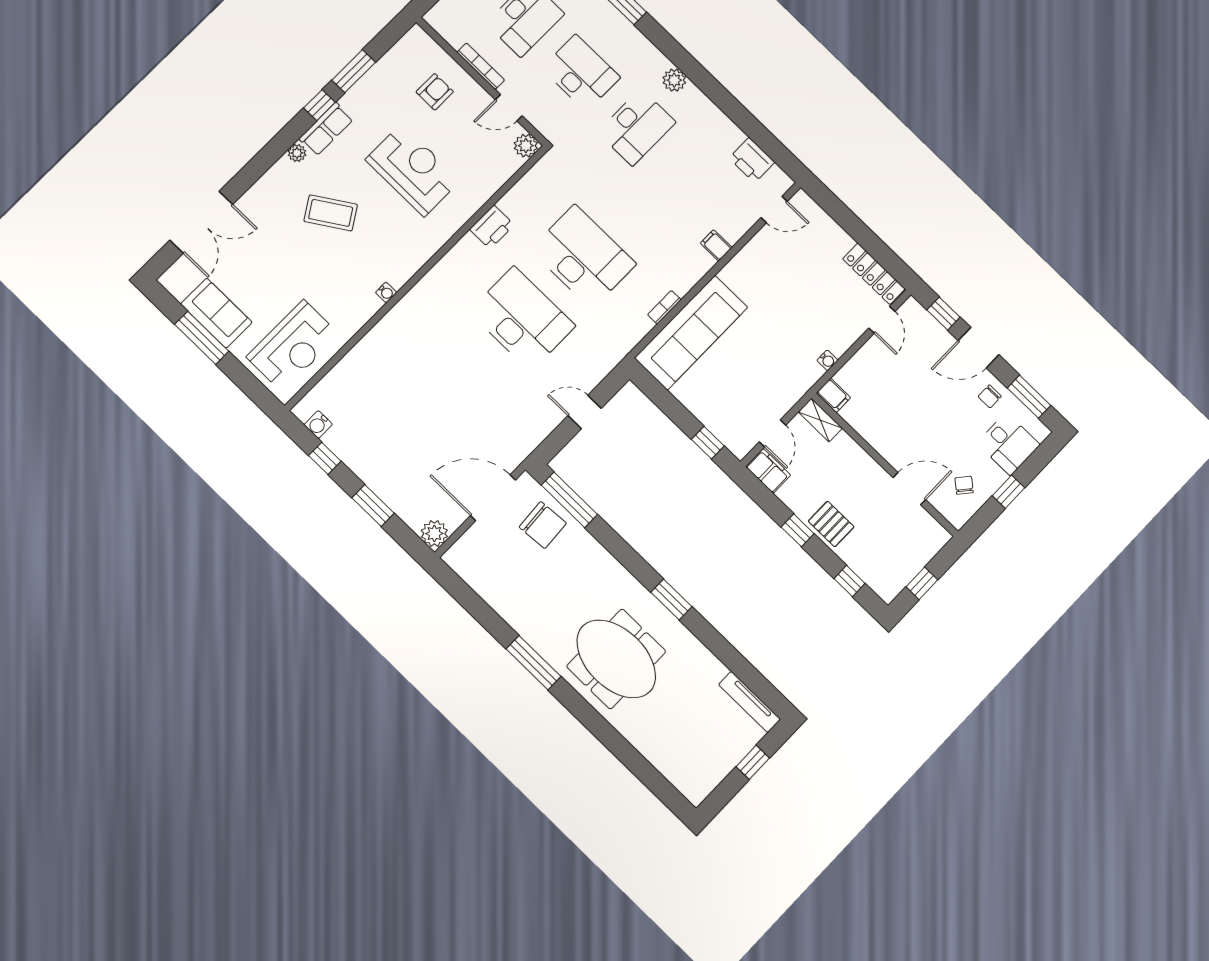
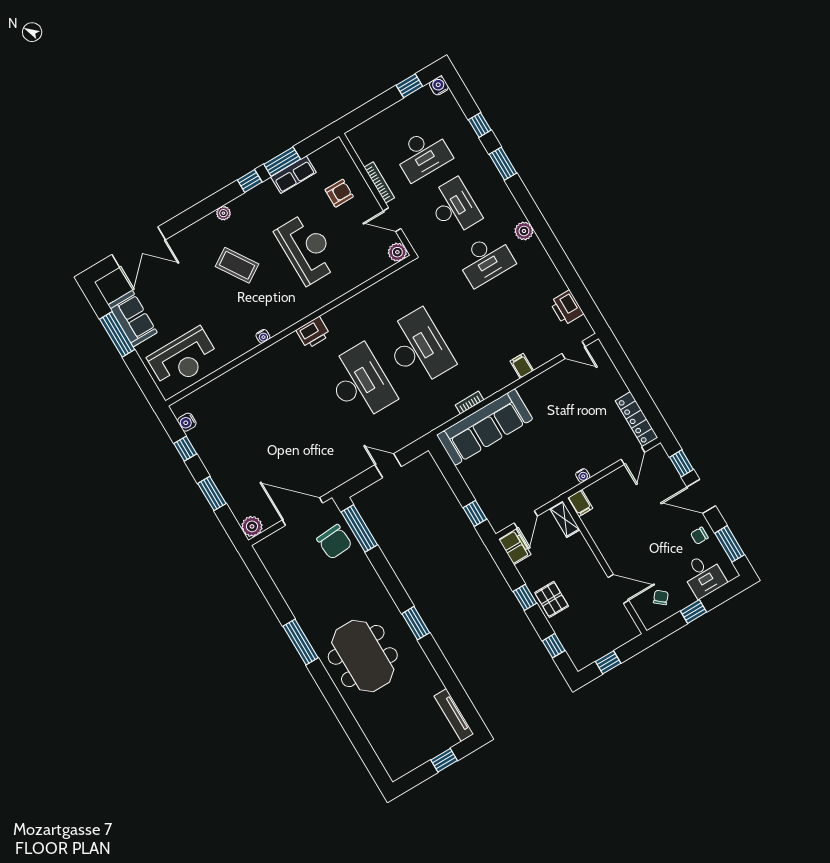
row of seats: (326, 129) -> (294, 175), moved
printer: (492, 227) -> (313, 333), moved

